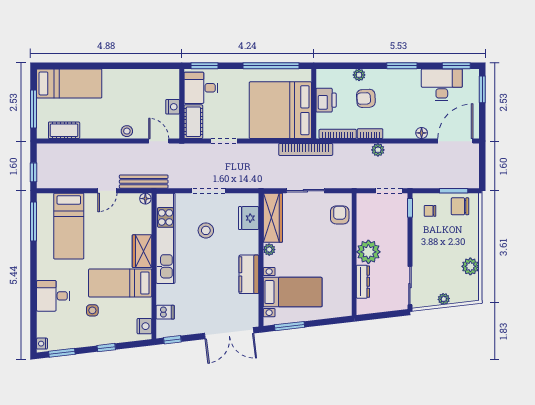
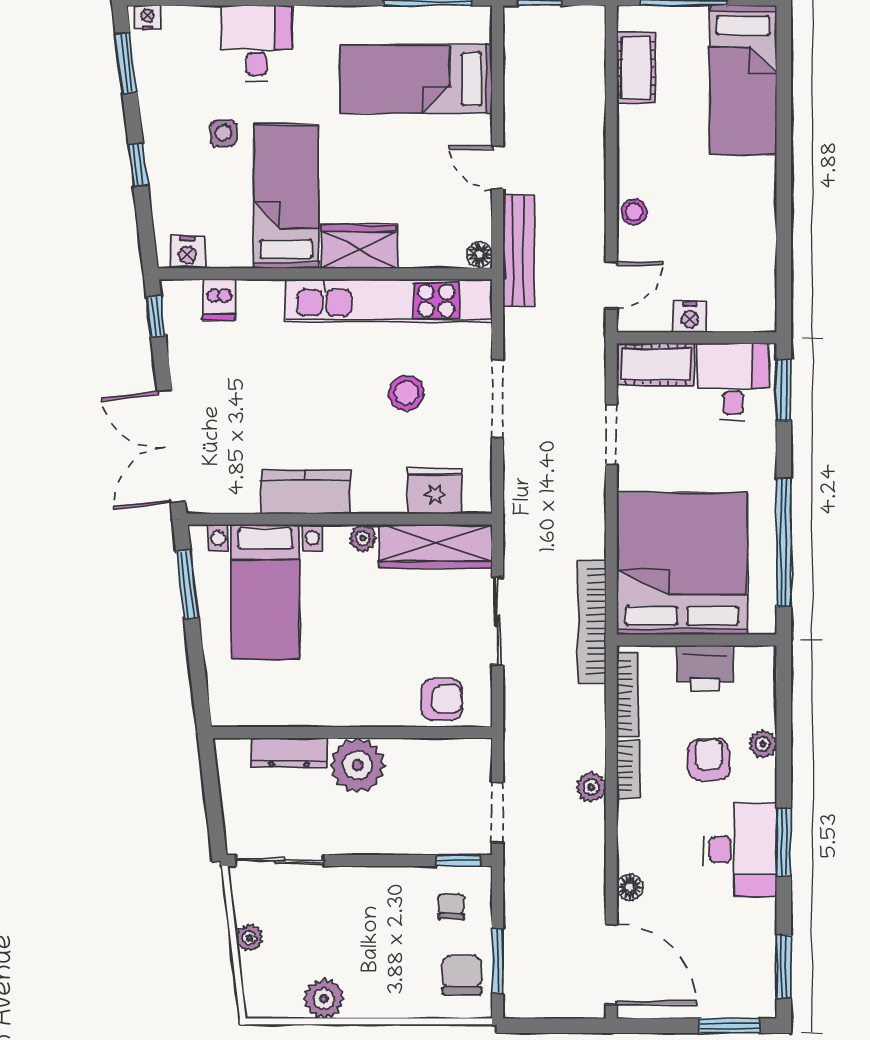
desk: (442, 85) -> (740, 850), moved

